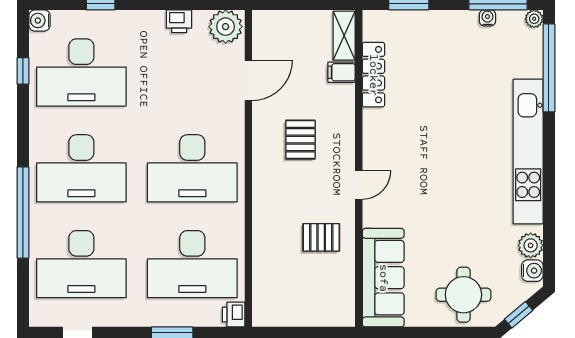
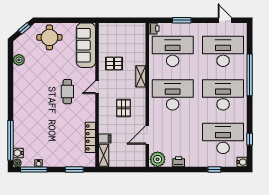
kitchen unit: (528, 152) -> (20, 102), removed
cafe table: (424, 176) -> (67, 92), added
shelving: (263, 209) -> (141, 76), added
water cooler: (532, 271) -> (18, 153), moved

